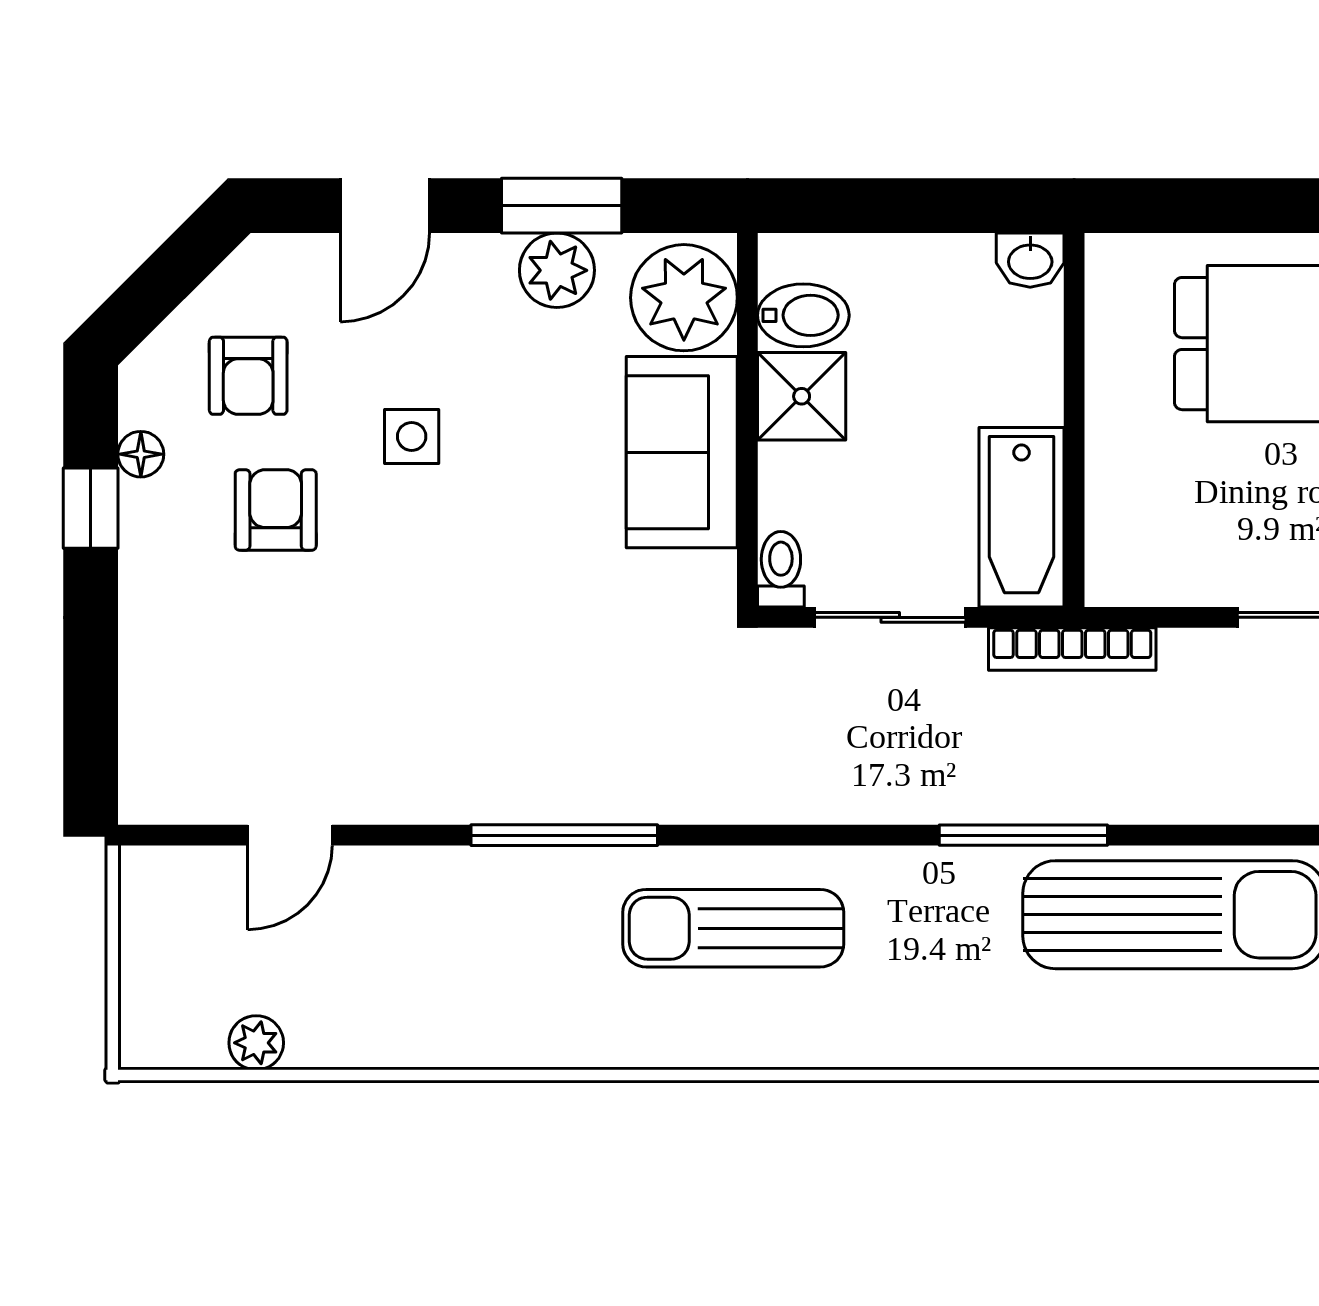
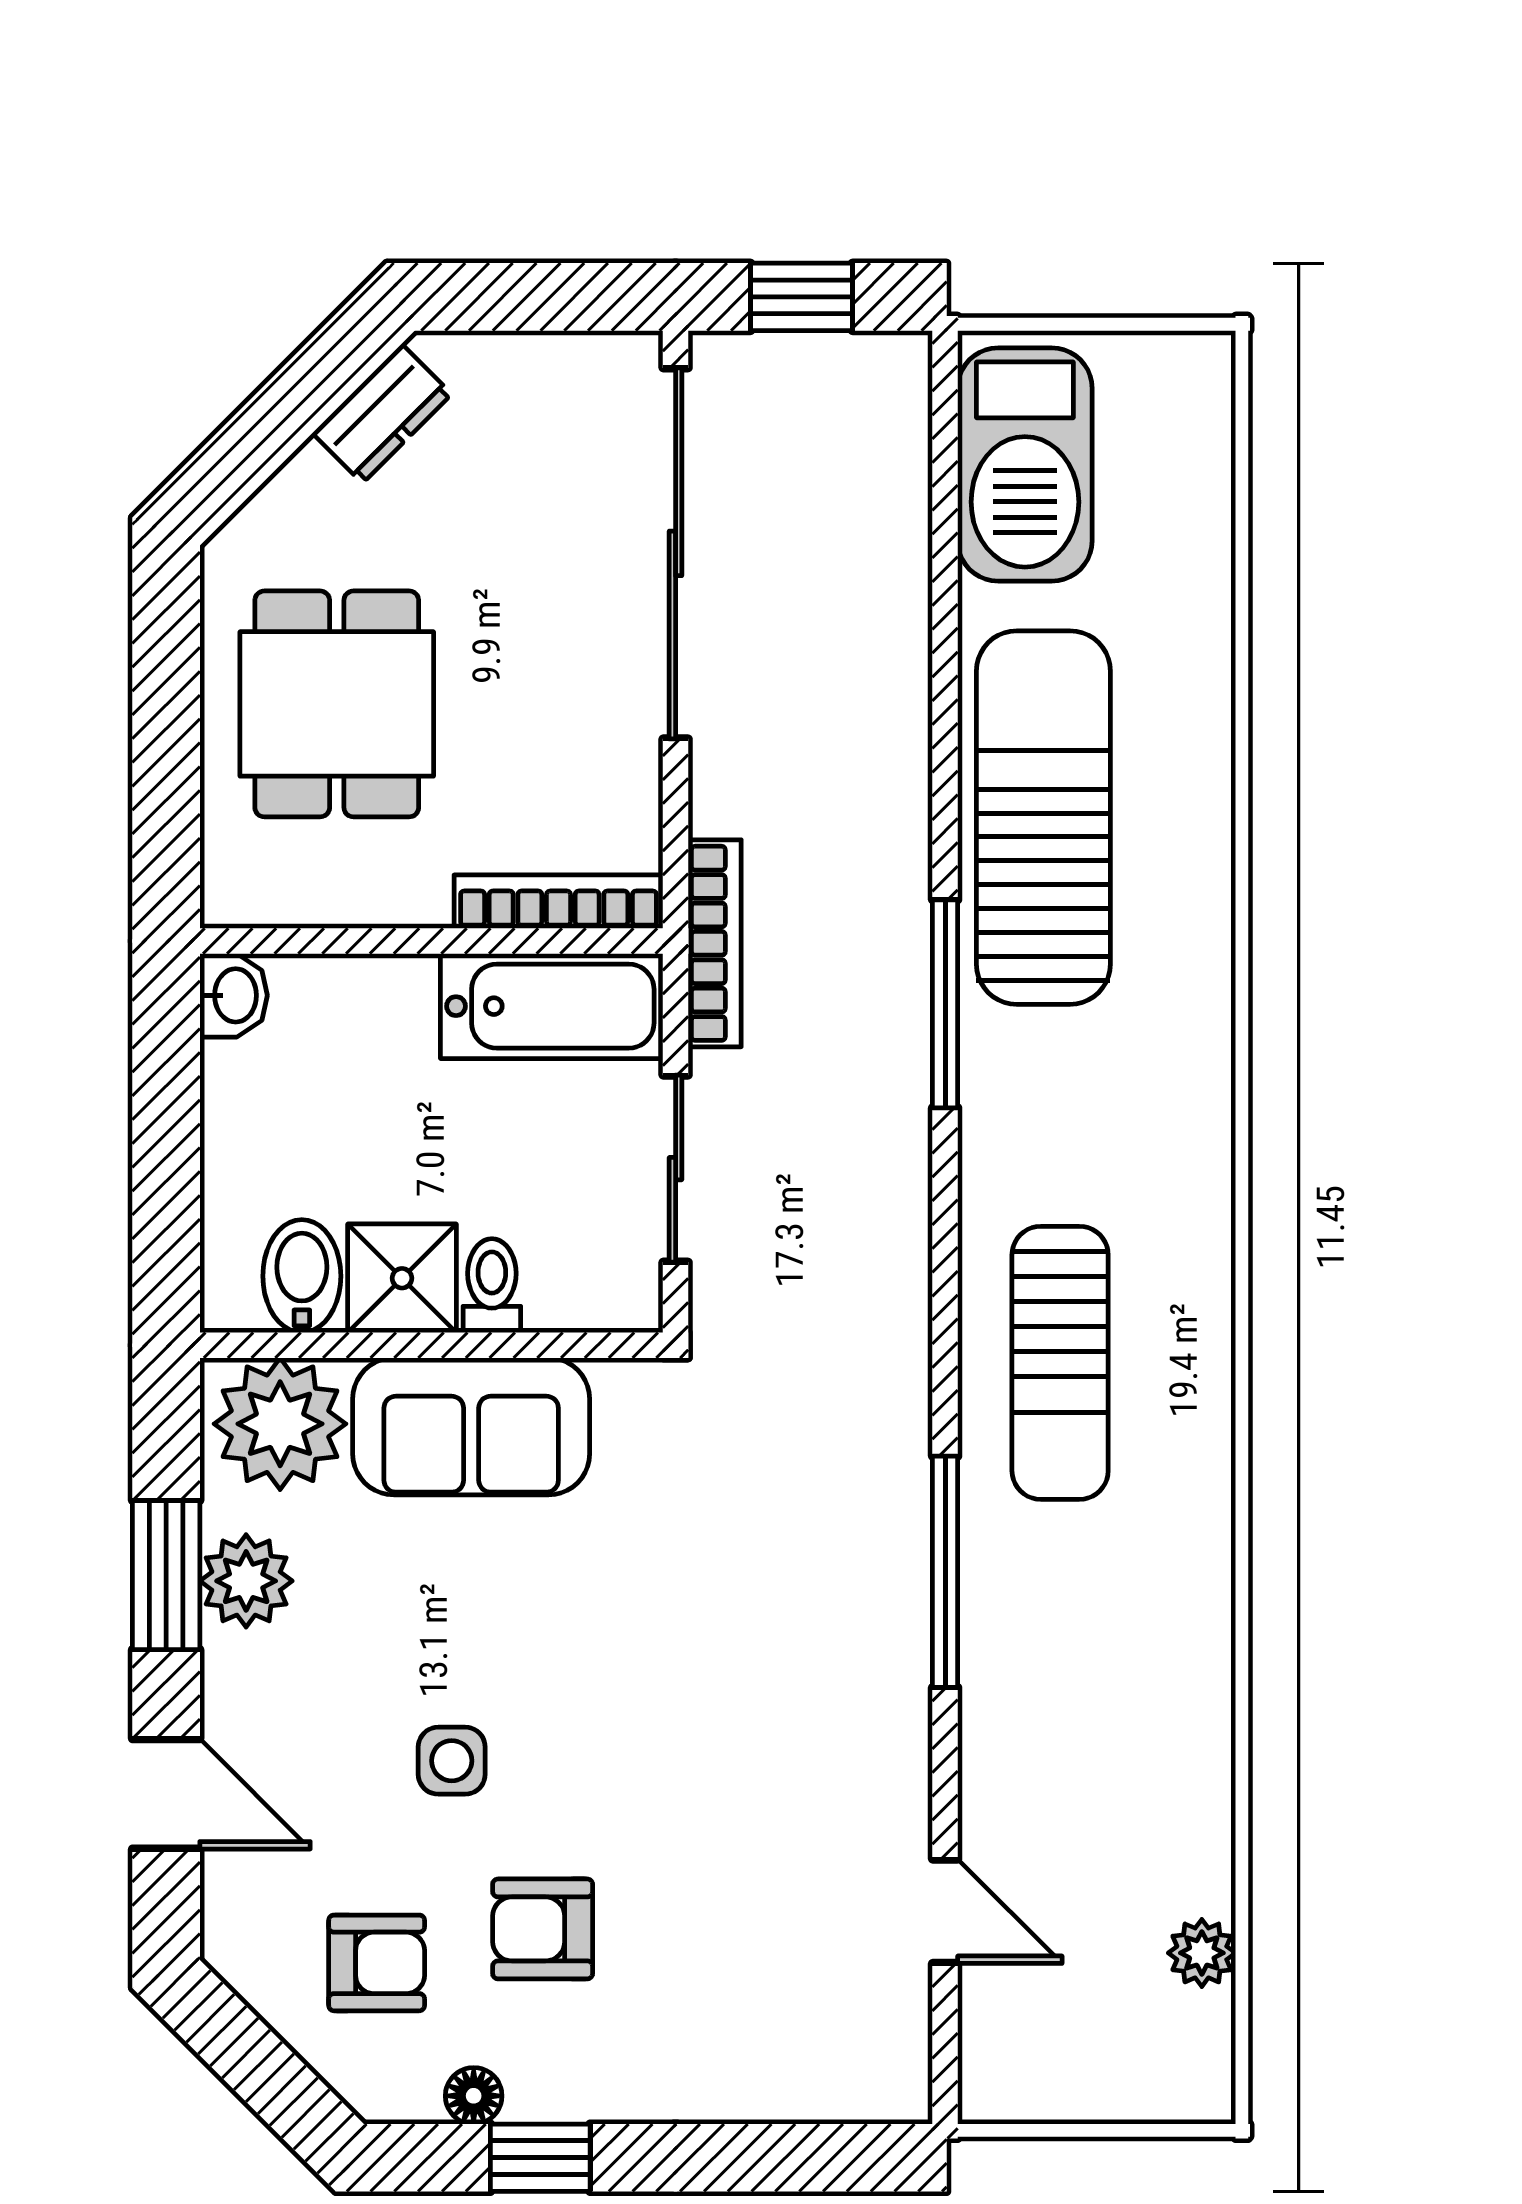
bookcase: (1106, 523) -> (558, 902), added
toilet: (781, 569) -> (492, 1286), moved, turned 90

